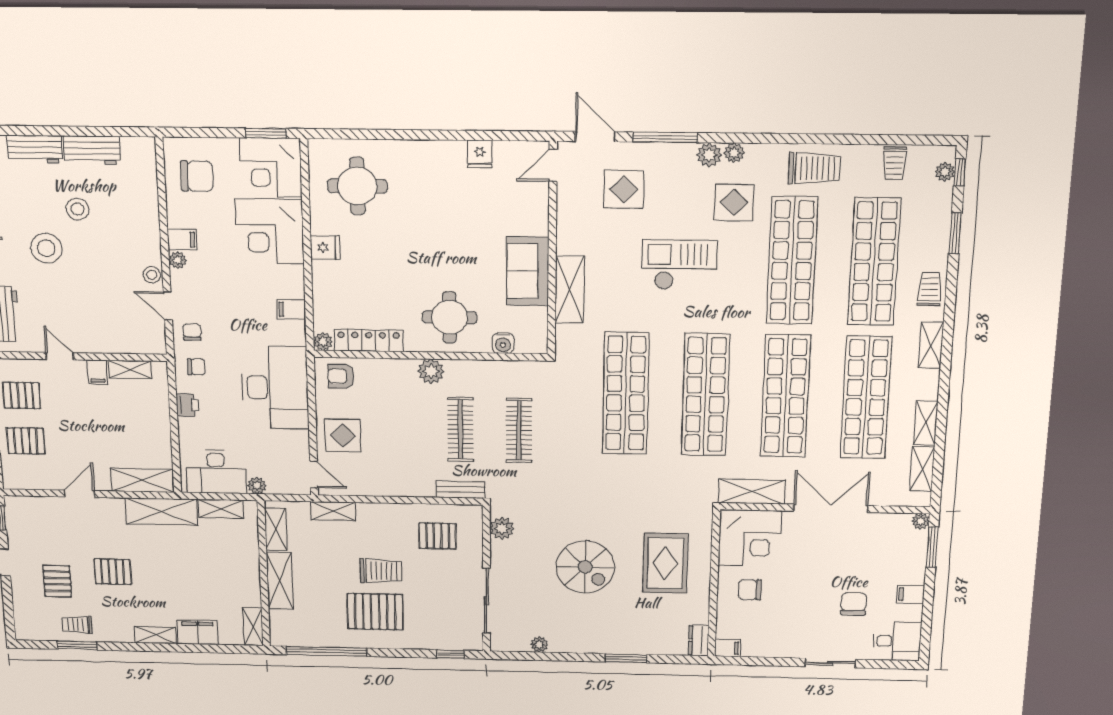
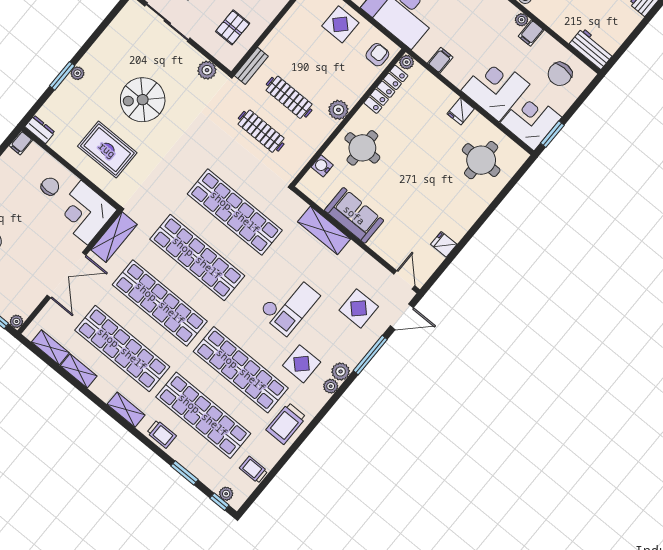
workbench: (92, 150) -> (592, 49), moved, turned 90
plant: (539, 645) -> (77, 73), moved

